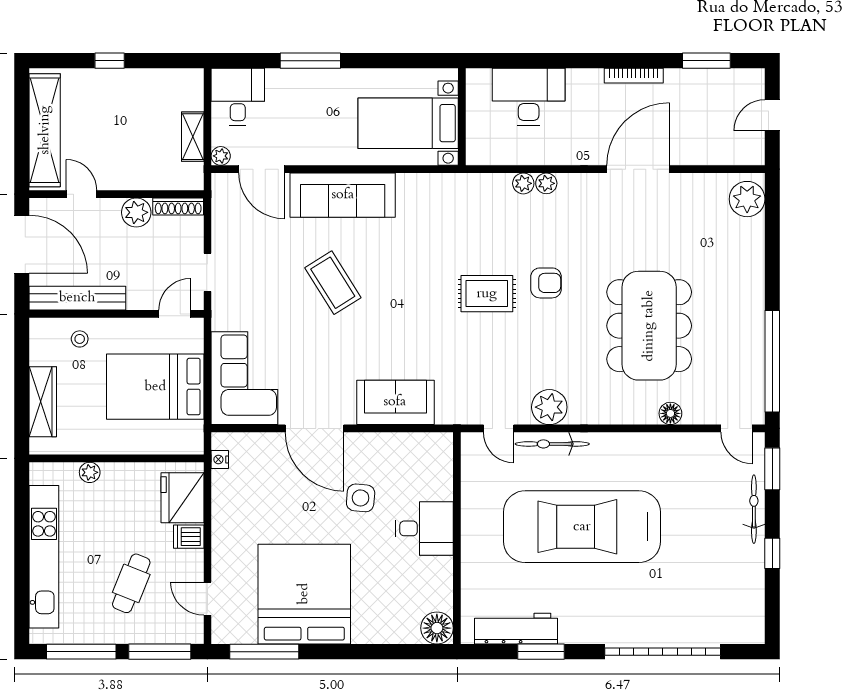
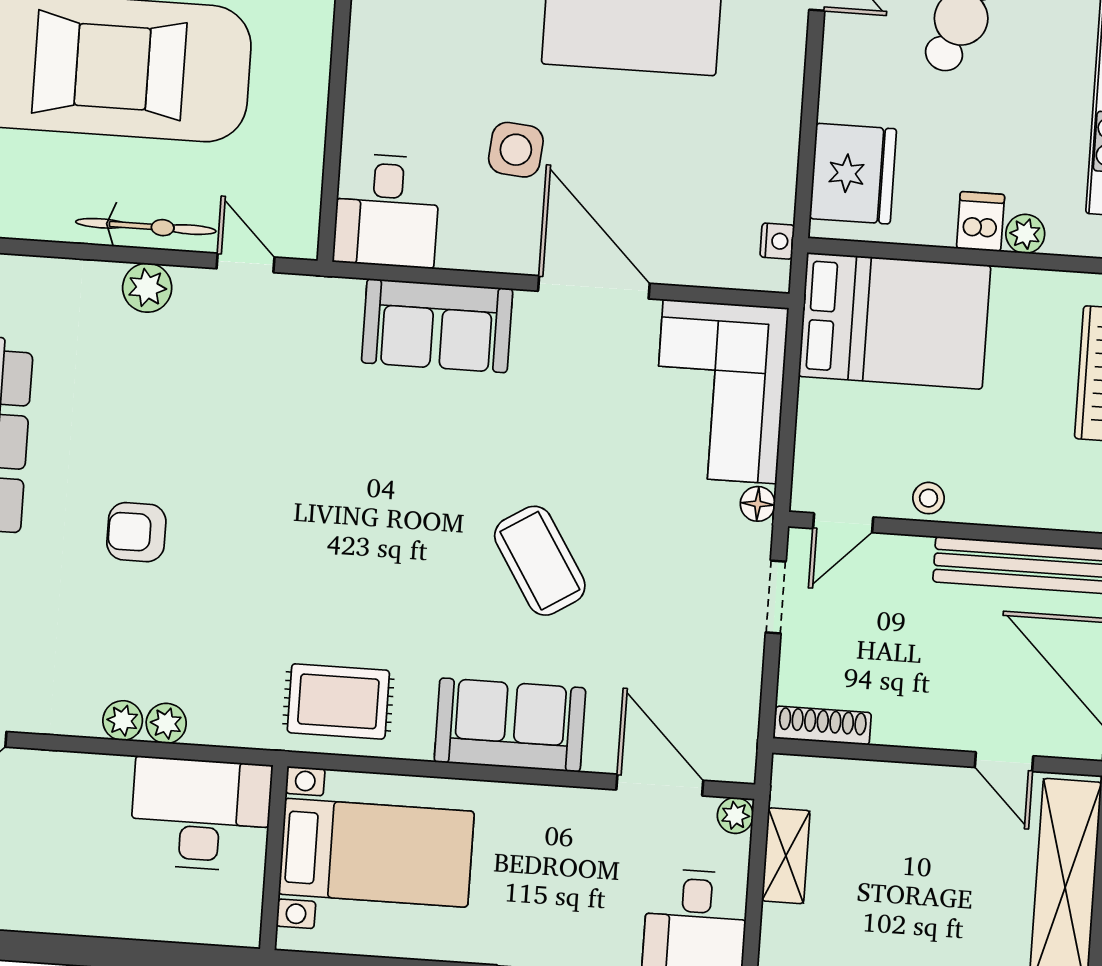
desk: (529, 97) -> (201, 814), moved, turned 180
sofa: (343, 195) -> (510, 725), width x0.73
plant: (136, 212) -> (903, 720), removed
rug: (487, 294) -> (338, 701), moved
floor lamp: (220, 321) -> (758, 504), added
stool: (80, 339) -> (928, 498), moved
bed: (155, 387) -> (895, 321), moved
plant: (549, 407) -> (147, 288), width x0.73, depth x0.73
desk: (424, 528) -> (387, 211), moved, turned -90
dishwasher: (189, 537) -> (981, 222), moved, turned -90

